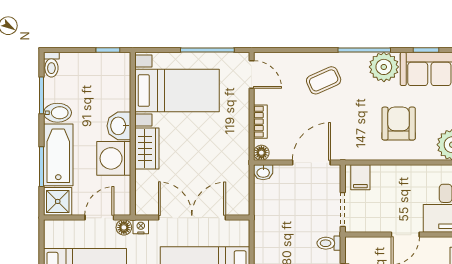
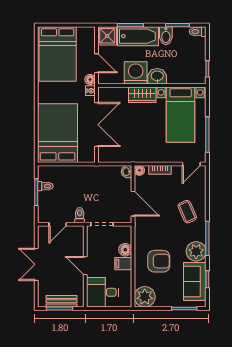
floor lamp: (381, 174) -> (125, 250), added
filing cabinet: (360, 177) -> (123, 264), moved

